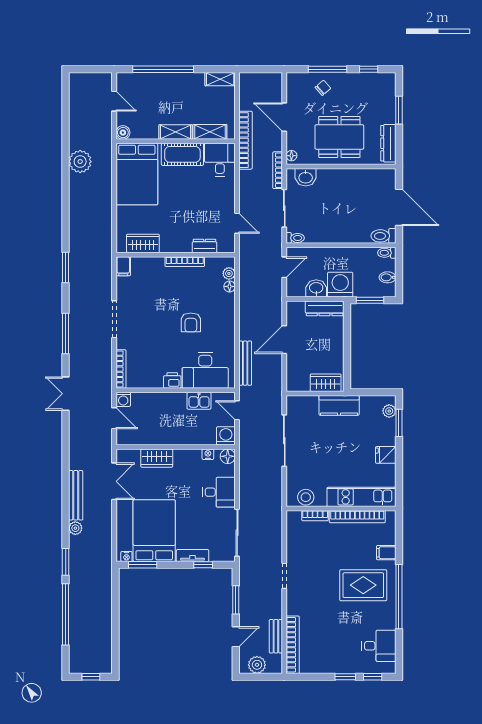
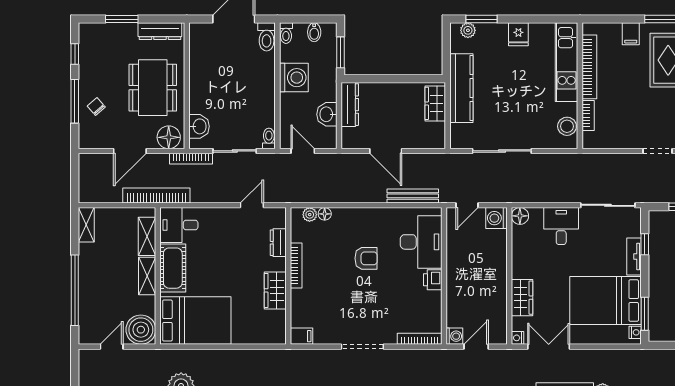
boiler: (123, 133) -> (141, 330), width x1.86, depth x1.86
floor lamp: (291, 156) -> (169, 137), width x1.89, depth x1.89
wardrobe: (143, 243) -> (275, 290), moved
washing machine: (340, 285) -> (294, 78), moved, turned 180
kitchen sink: (199, 401) -> (456, 249), removed
kitchen counter: (339, 405) -> (461, 88), width x1.50
nightstand: (208, 454) -> (518, 338), moved

